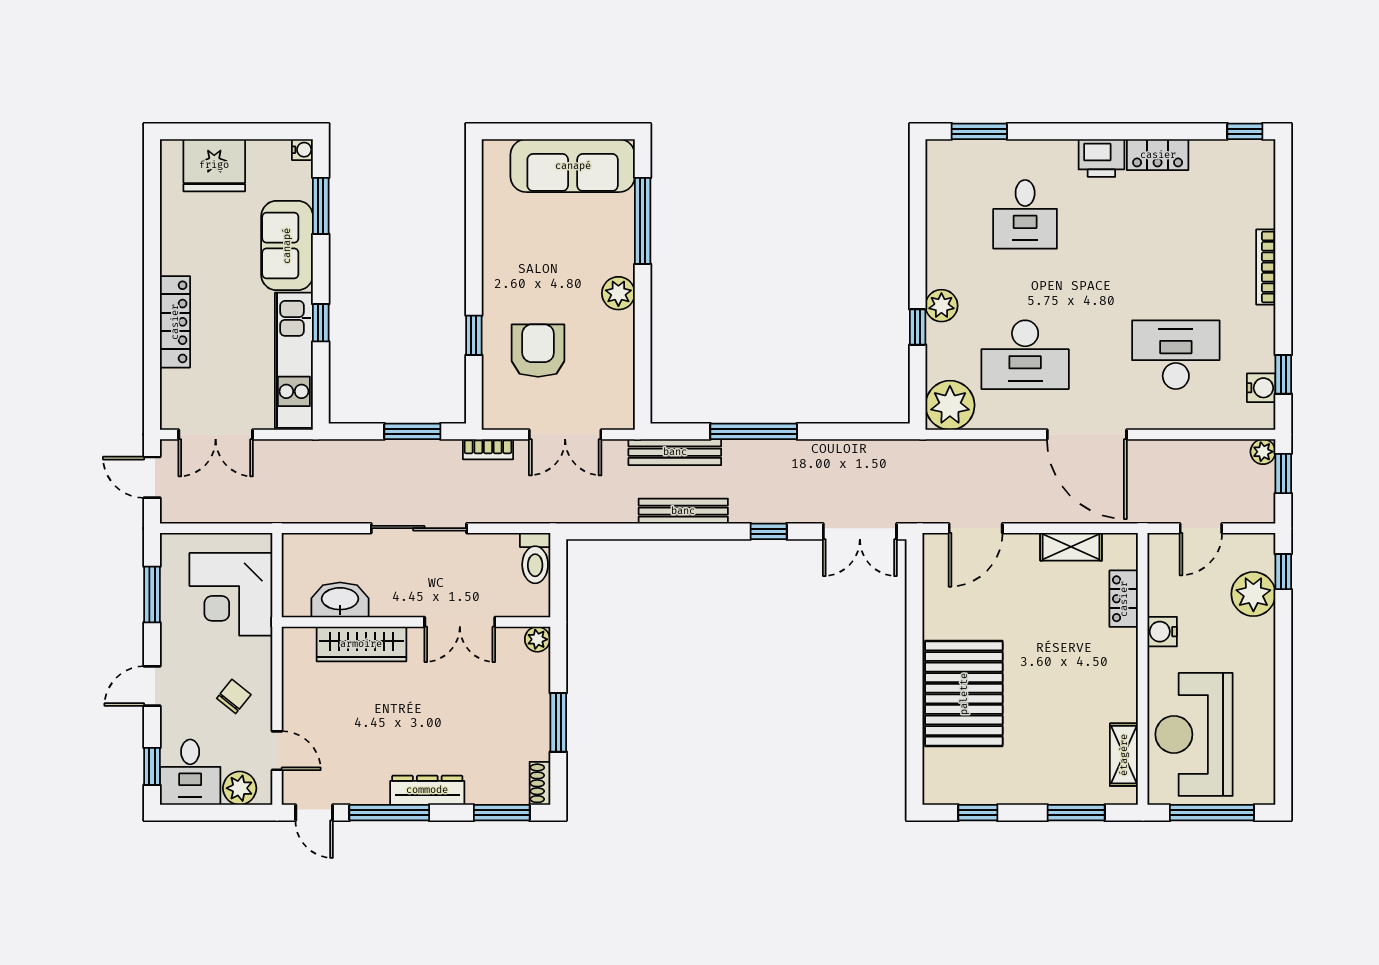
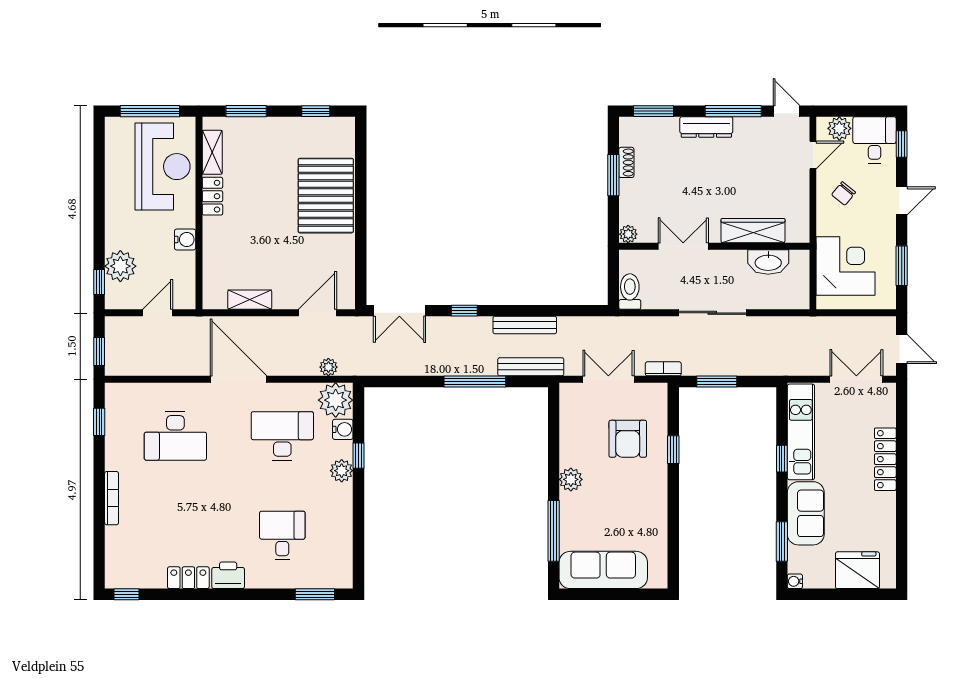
water cooler: (1261, 388) -> (343, 429), moved, turned 180
plant: (1263, 452) -> (328, 367), moved
double door: (860, 531) -> (399, 311), swing flipped
locker: (1124, 599) -> (212, 196), moved
door: (277, 751) -> (813, 155), swing flipped
shoe rack: (540, 783) -> (626, 162), moved

